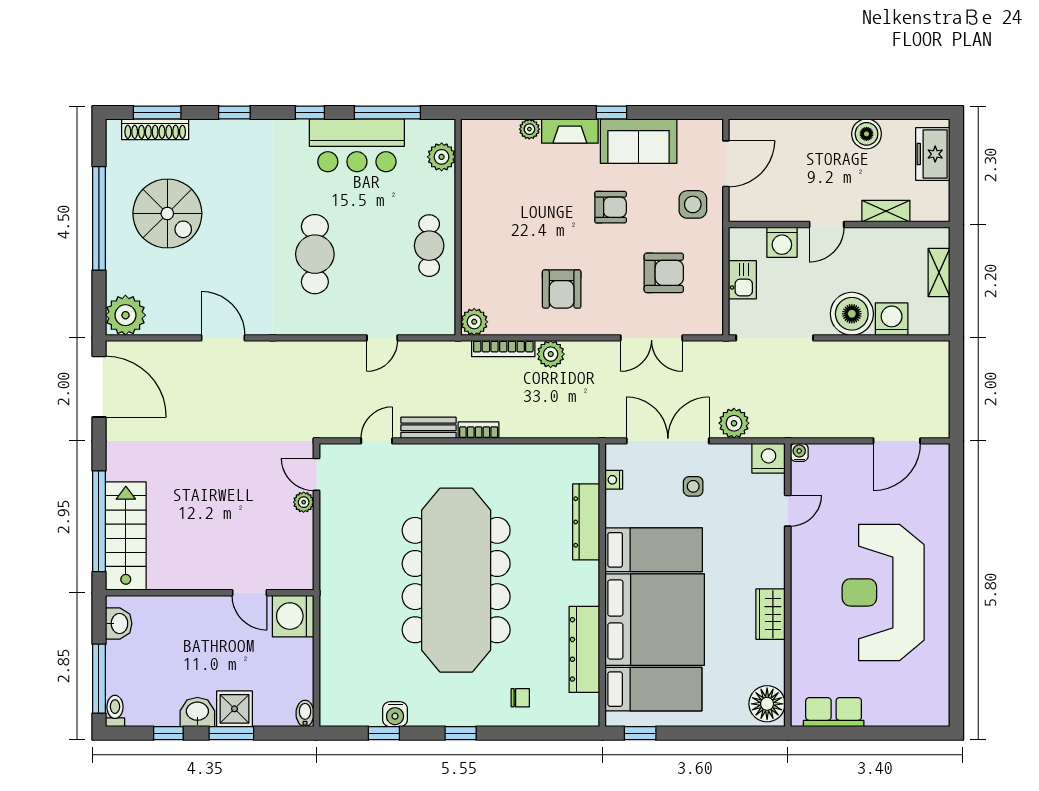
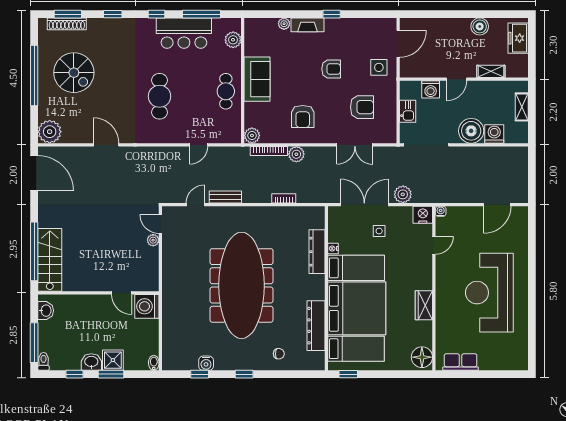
sofa: (639, 141) -> (257, 79), moved, turned -90
bookcase: (479, 430) -> (284, 198), moved
nightstand: (614, 480) -> (333, 249), moved

